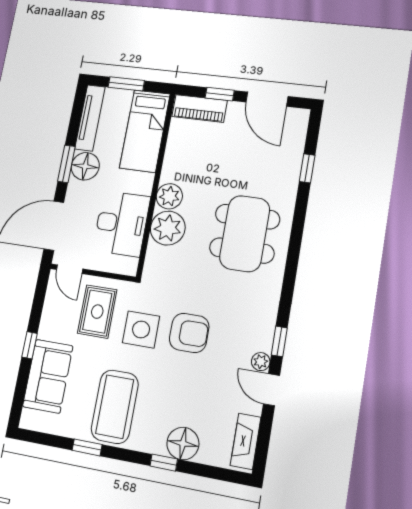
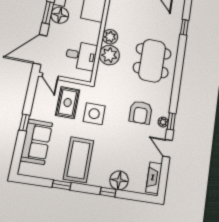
desk: (122, 224) -> (81, 56), width x0.73
armchair: (189, 333) -> (141, 112), moved, turned 90
plant: (261, 362) -> (163, 122), moved

